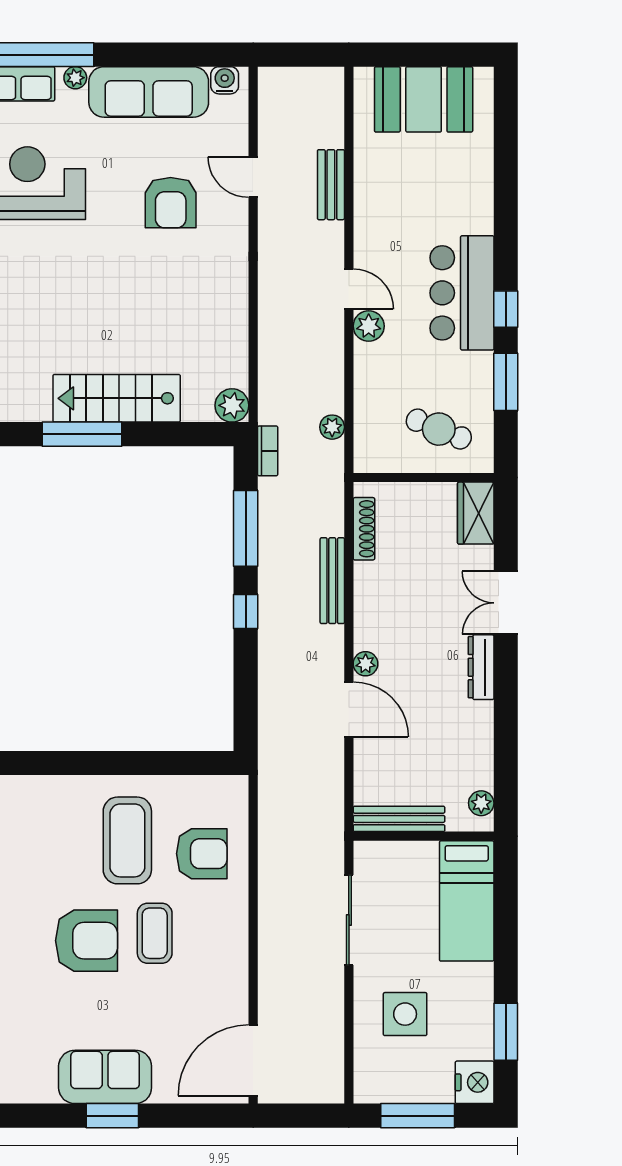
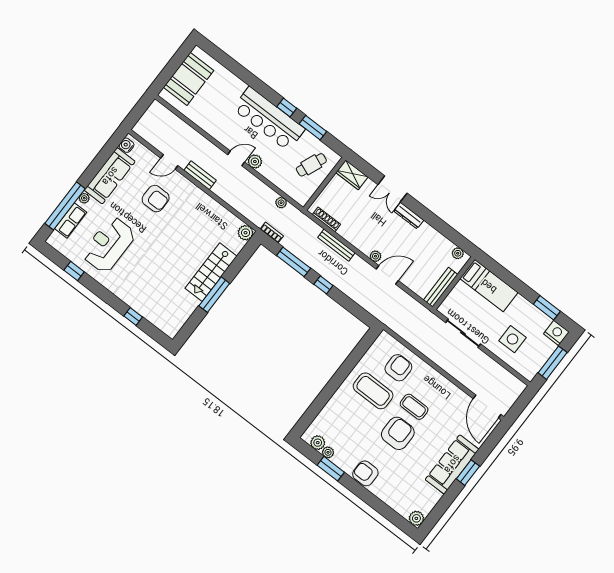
bench: (331, 185) -> (200, 175), moved
bar counter: (462, 293) -> (269, 119), width x1.36
sofa: (105, 1077) -> (452, 464), width x1.36

